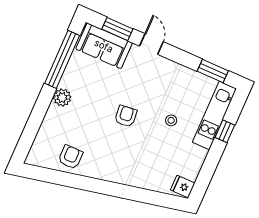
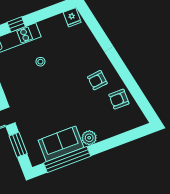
sofa: (104, 46) -> (61, 144), moved, turned -90
armchair: (126, 116) -> (97, 80), moved

